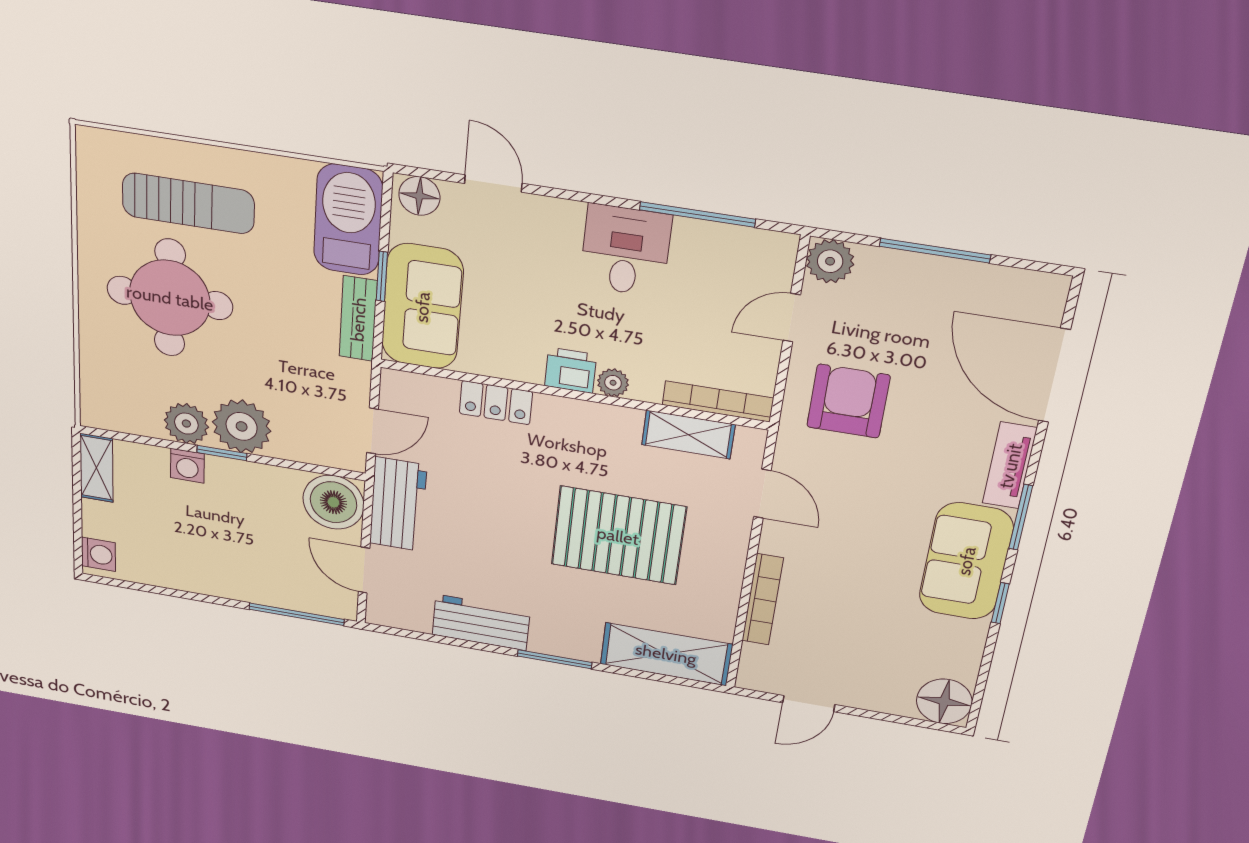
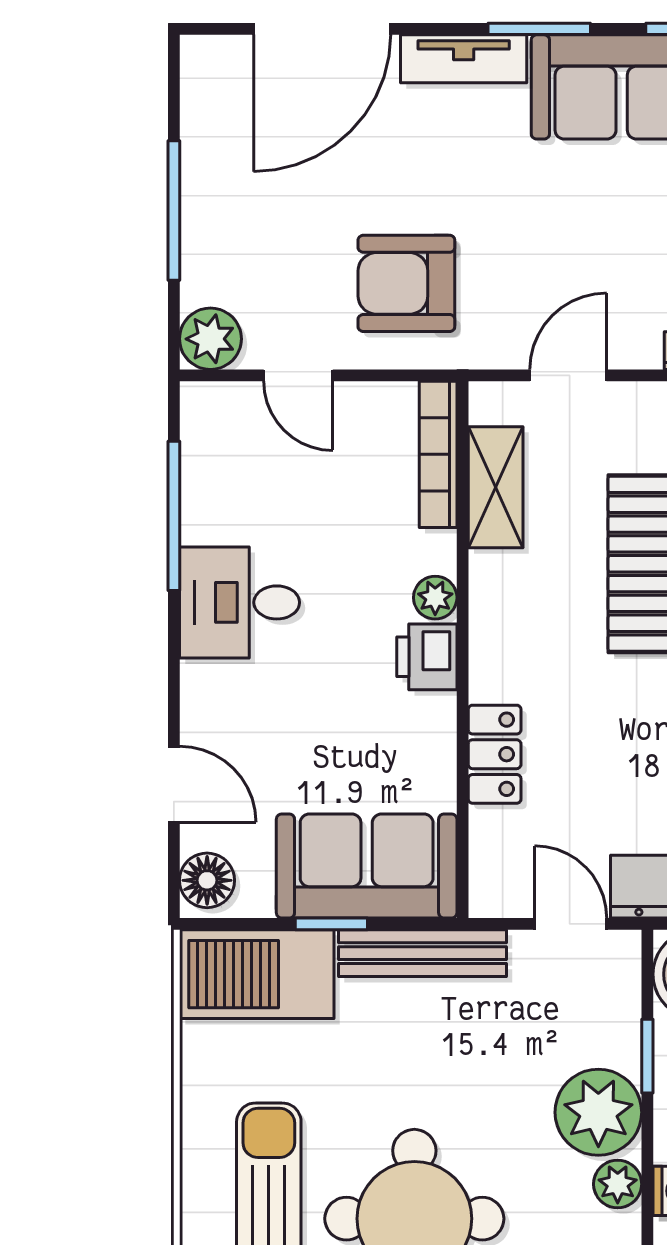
door: (493, 183) -> (174, 784), swing flipped
bench: (358, 319) -> (422, 953), width x1.36
plant: (186, 424) -> (618, 1184), width x0.73, depth x0.73
window: (222, 453) -> (647, 1056), moved

